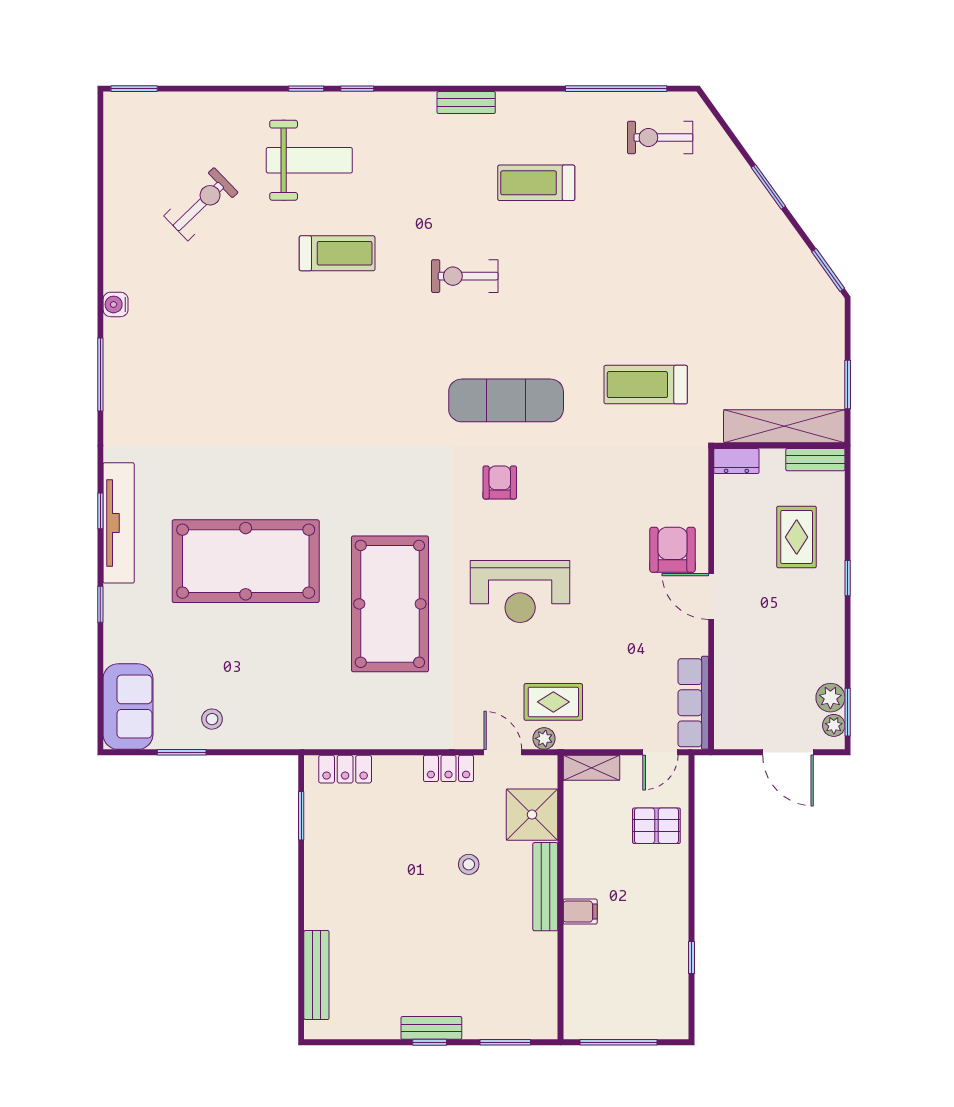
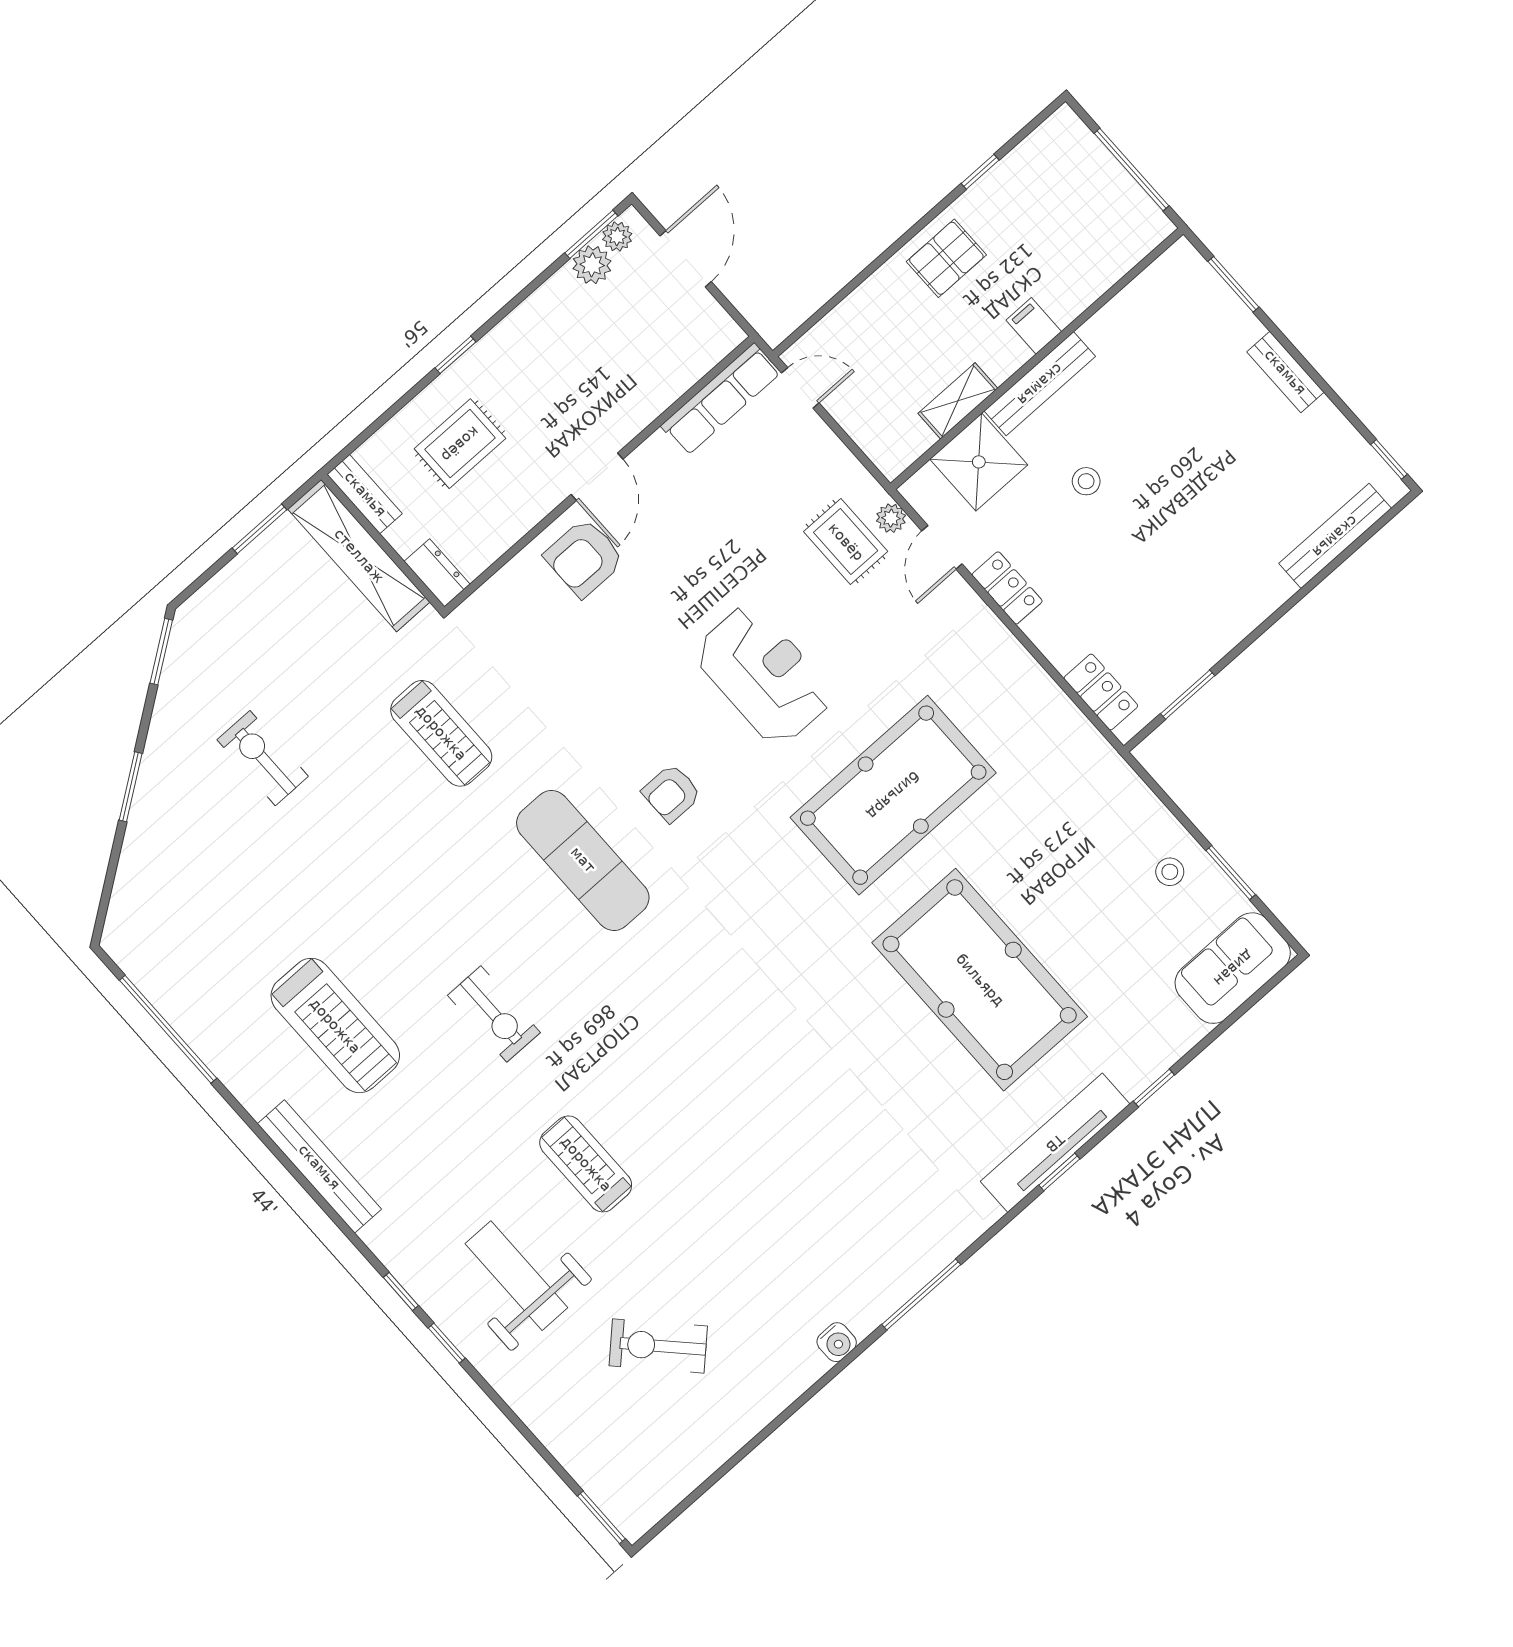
bench: (466, 103) -> (319, 1167), width x1.86, depth x1.21
exercise bike: (660, 137) -> (263, 758), moved, turned 180
treadmill: (536, 183) -> (335, 1026), width x1.37, depth x1.37
shelving: (591, 768) -> (958, 401), moved, turned 90
pallet: (656, 826) -> (946, 258), moved, turned 90
window: (430, 1042) -> (1389, 459), moved

